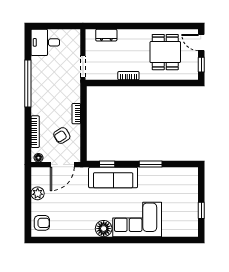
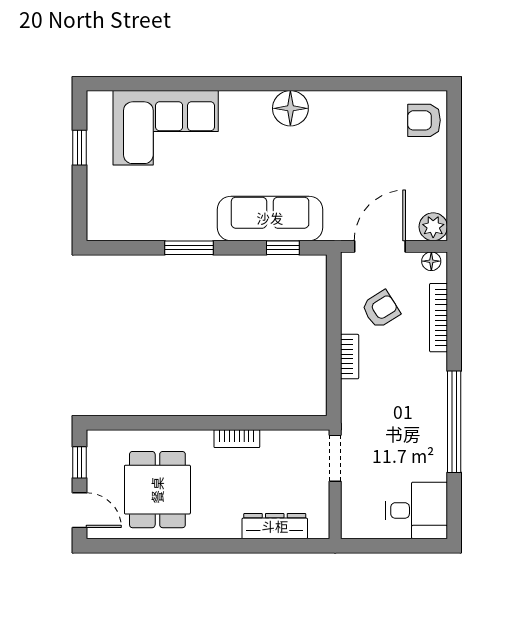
dresser: (106, 35) -> (275, 526), width x1.44
plant: (38, 193) -> (433, 227), moved
corner sofa: (137, 219) -> (166, 128), moved

